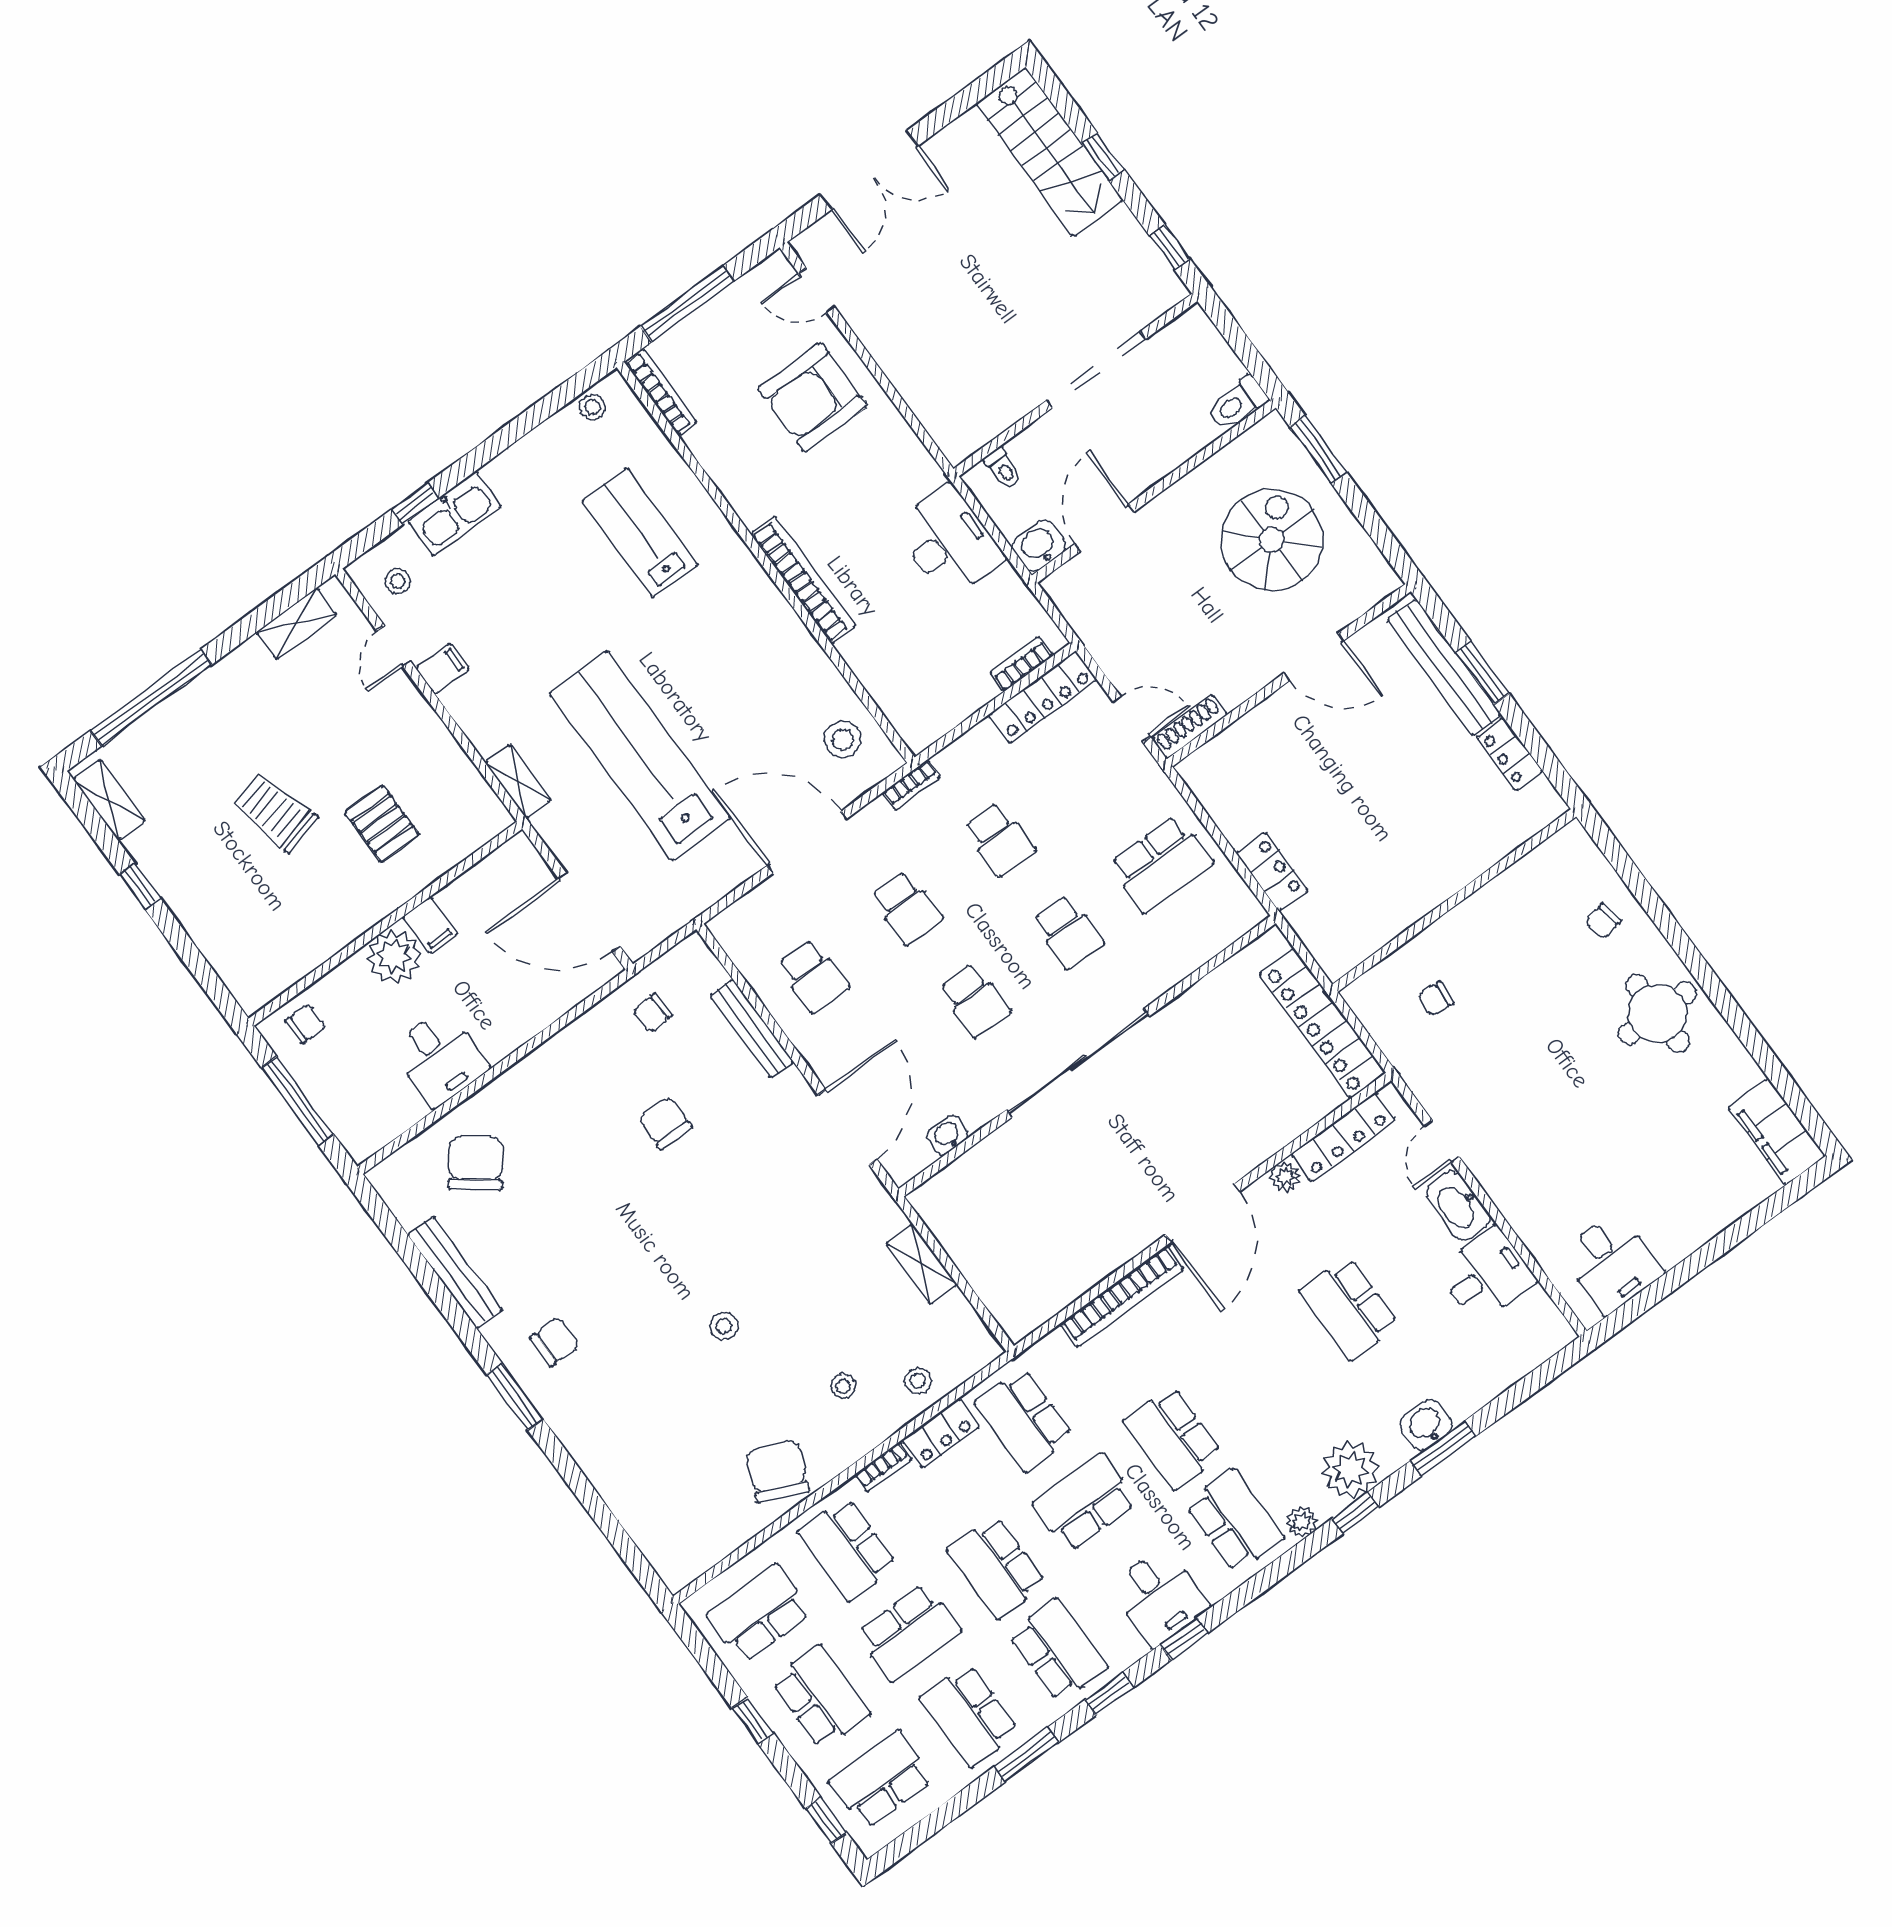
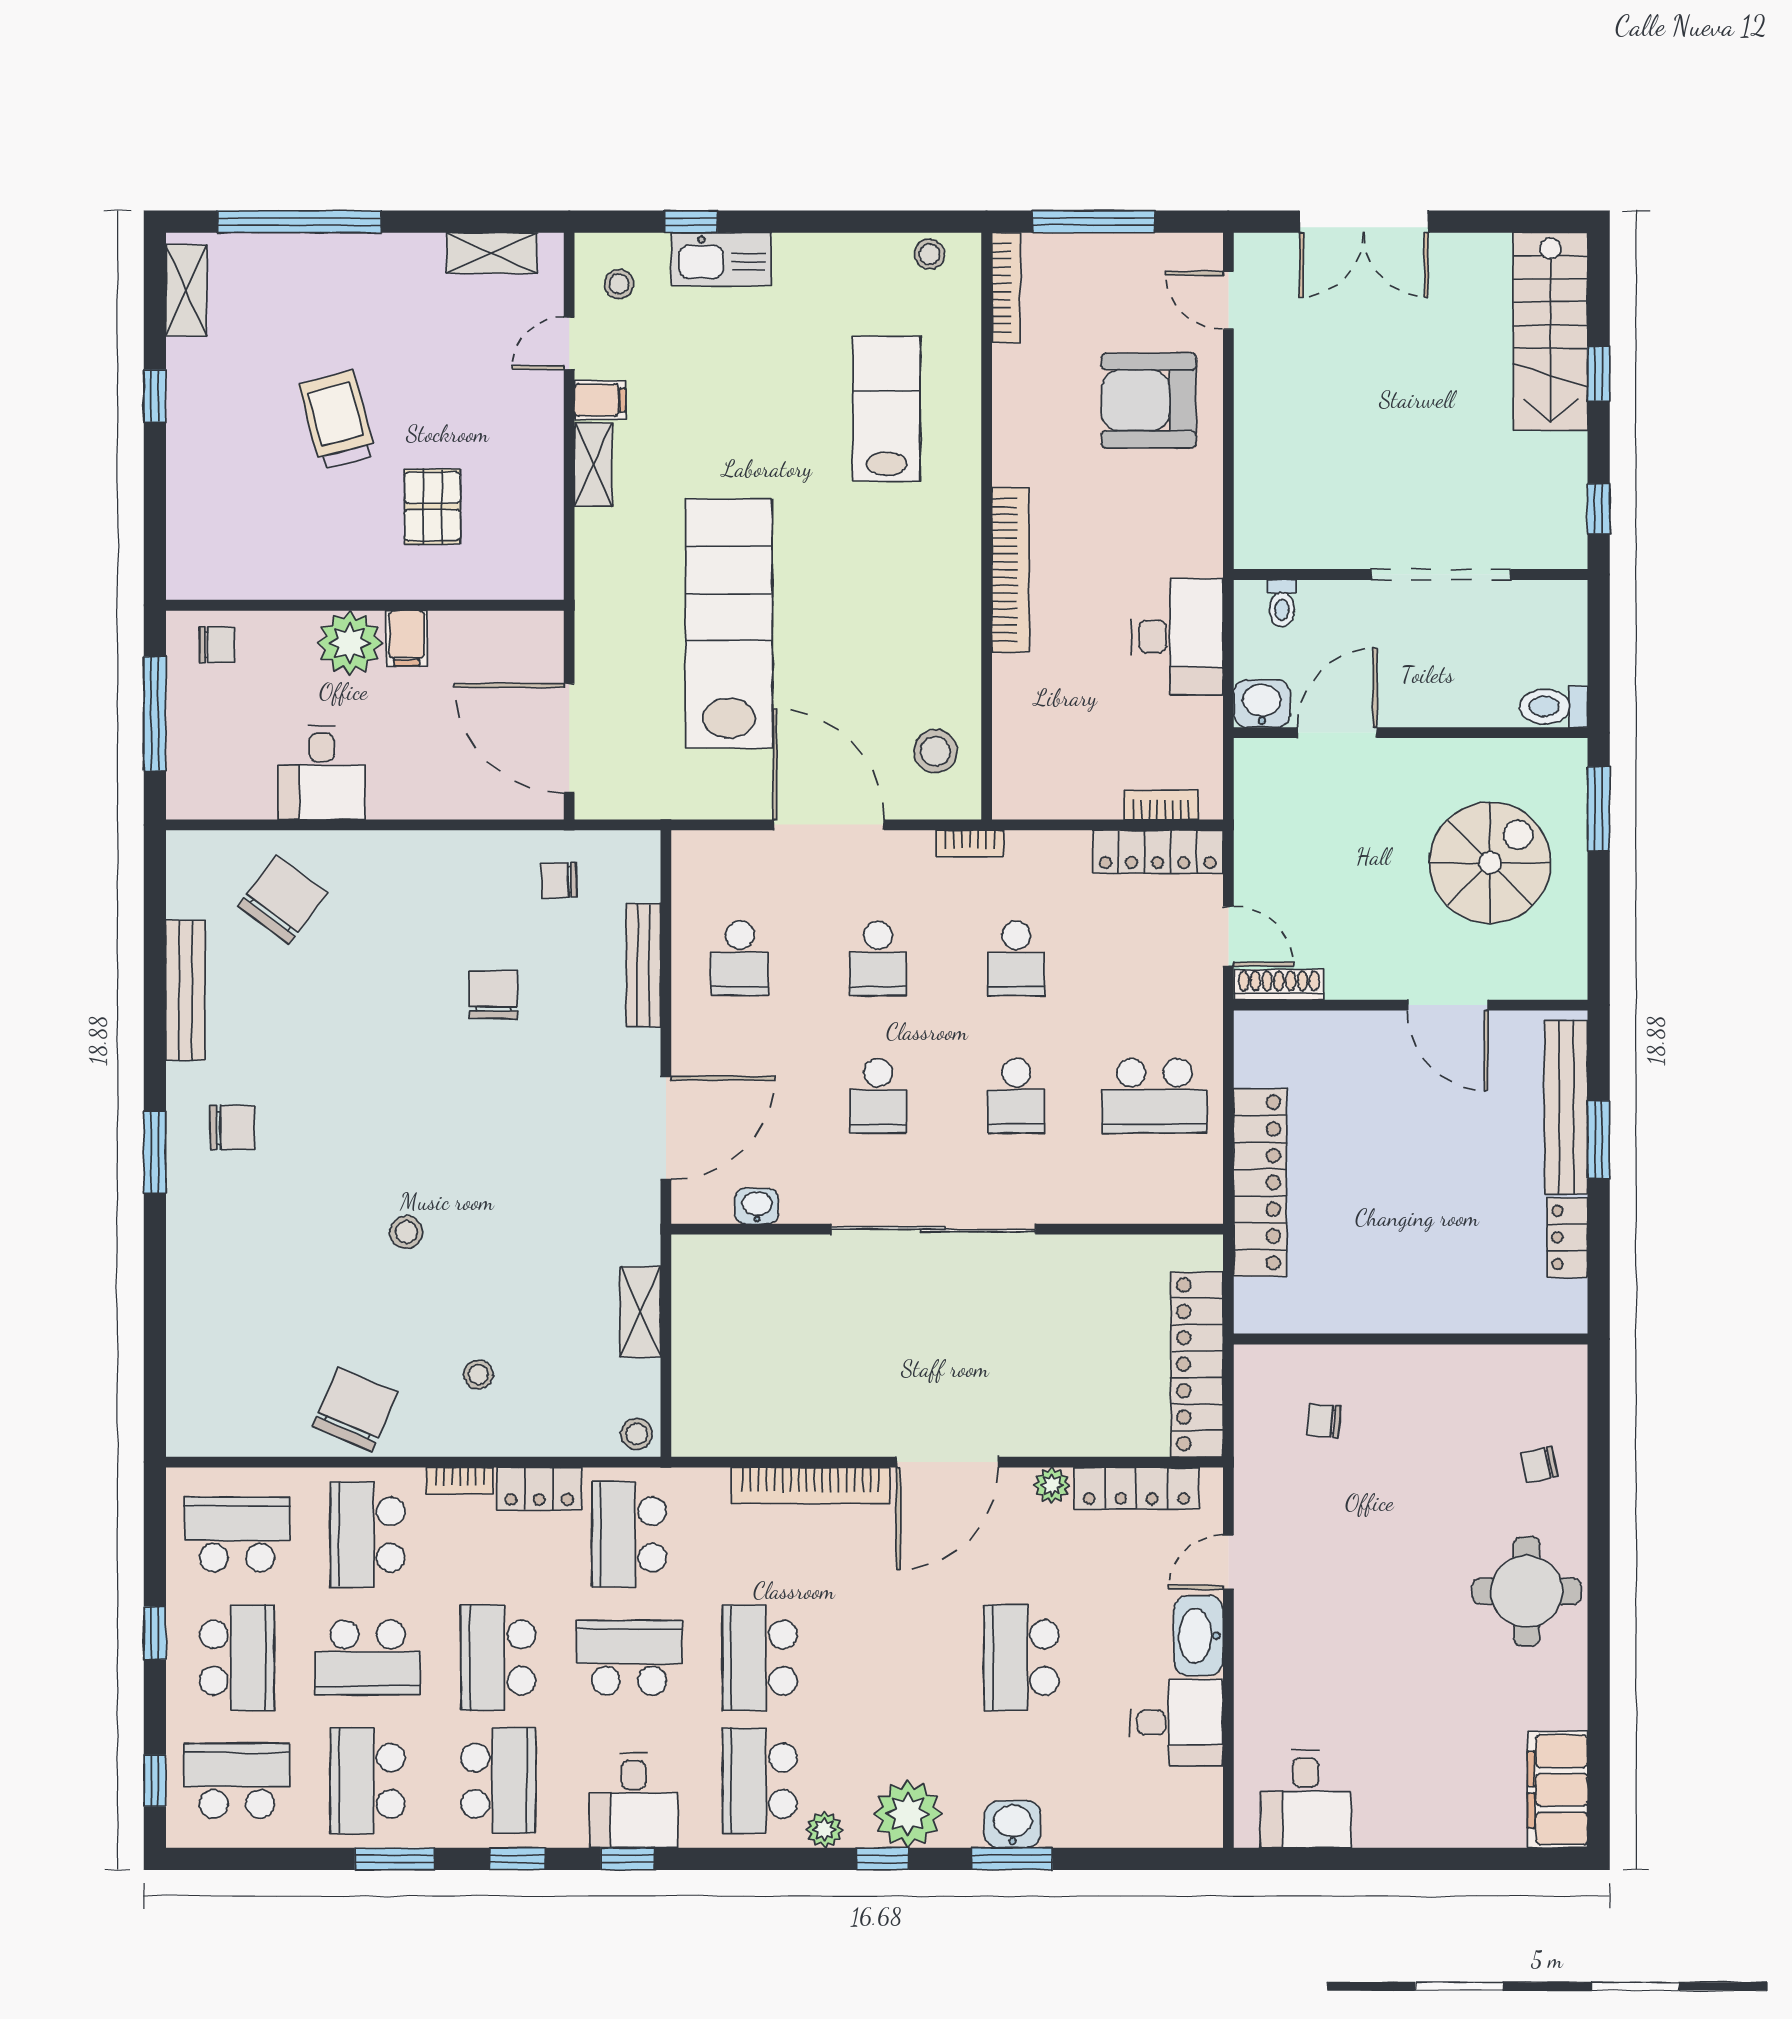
shelving: (518, 782) -> (593, 465), moved
locker: (1272, 872) -> (1260, 1183), width x2.16, depth x1.21
stool: (918, 1381) -> (637, 1434), moved
school desk: (1234, 1521) -> (760, 1781), turned 180

